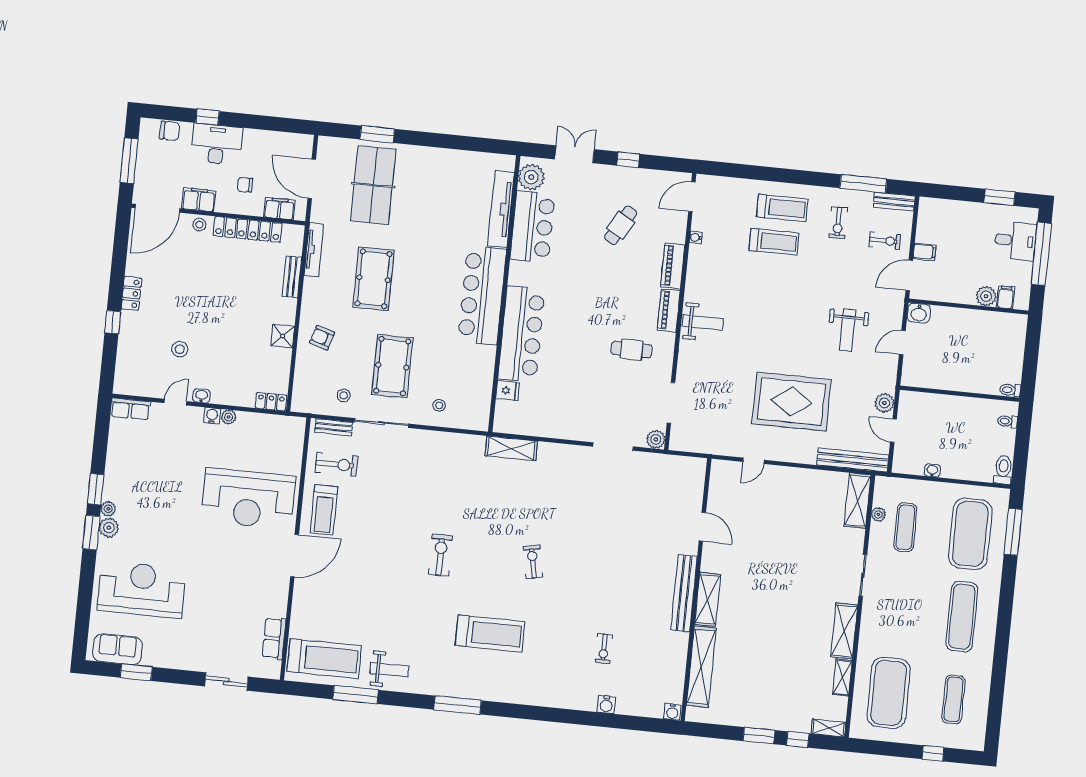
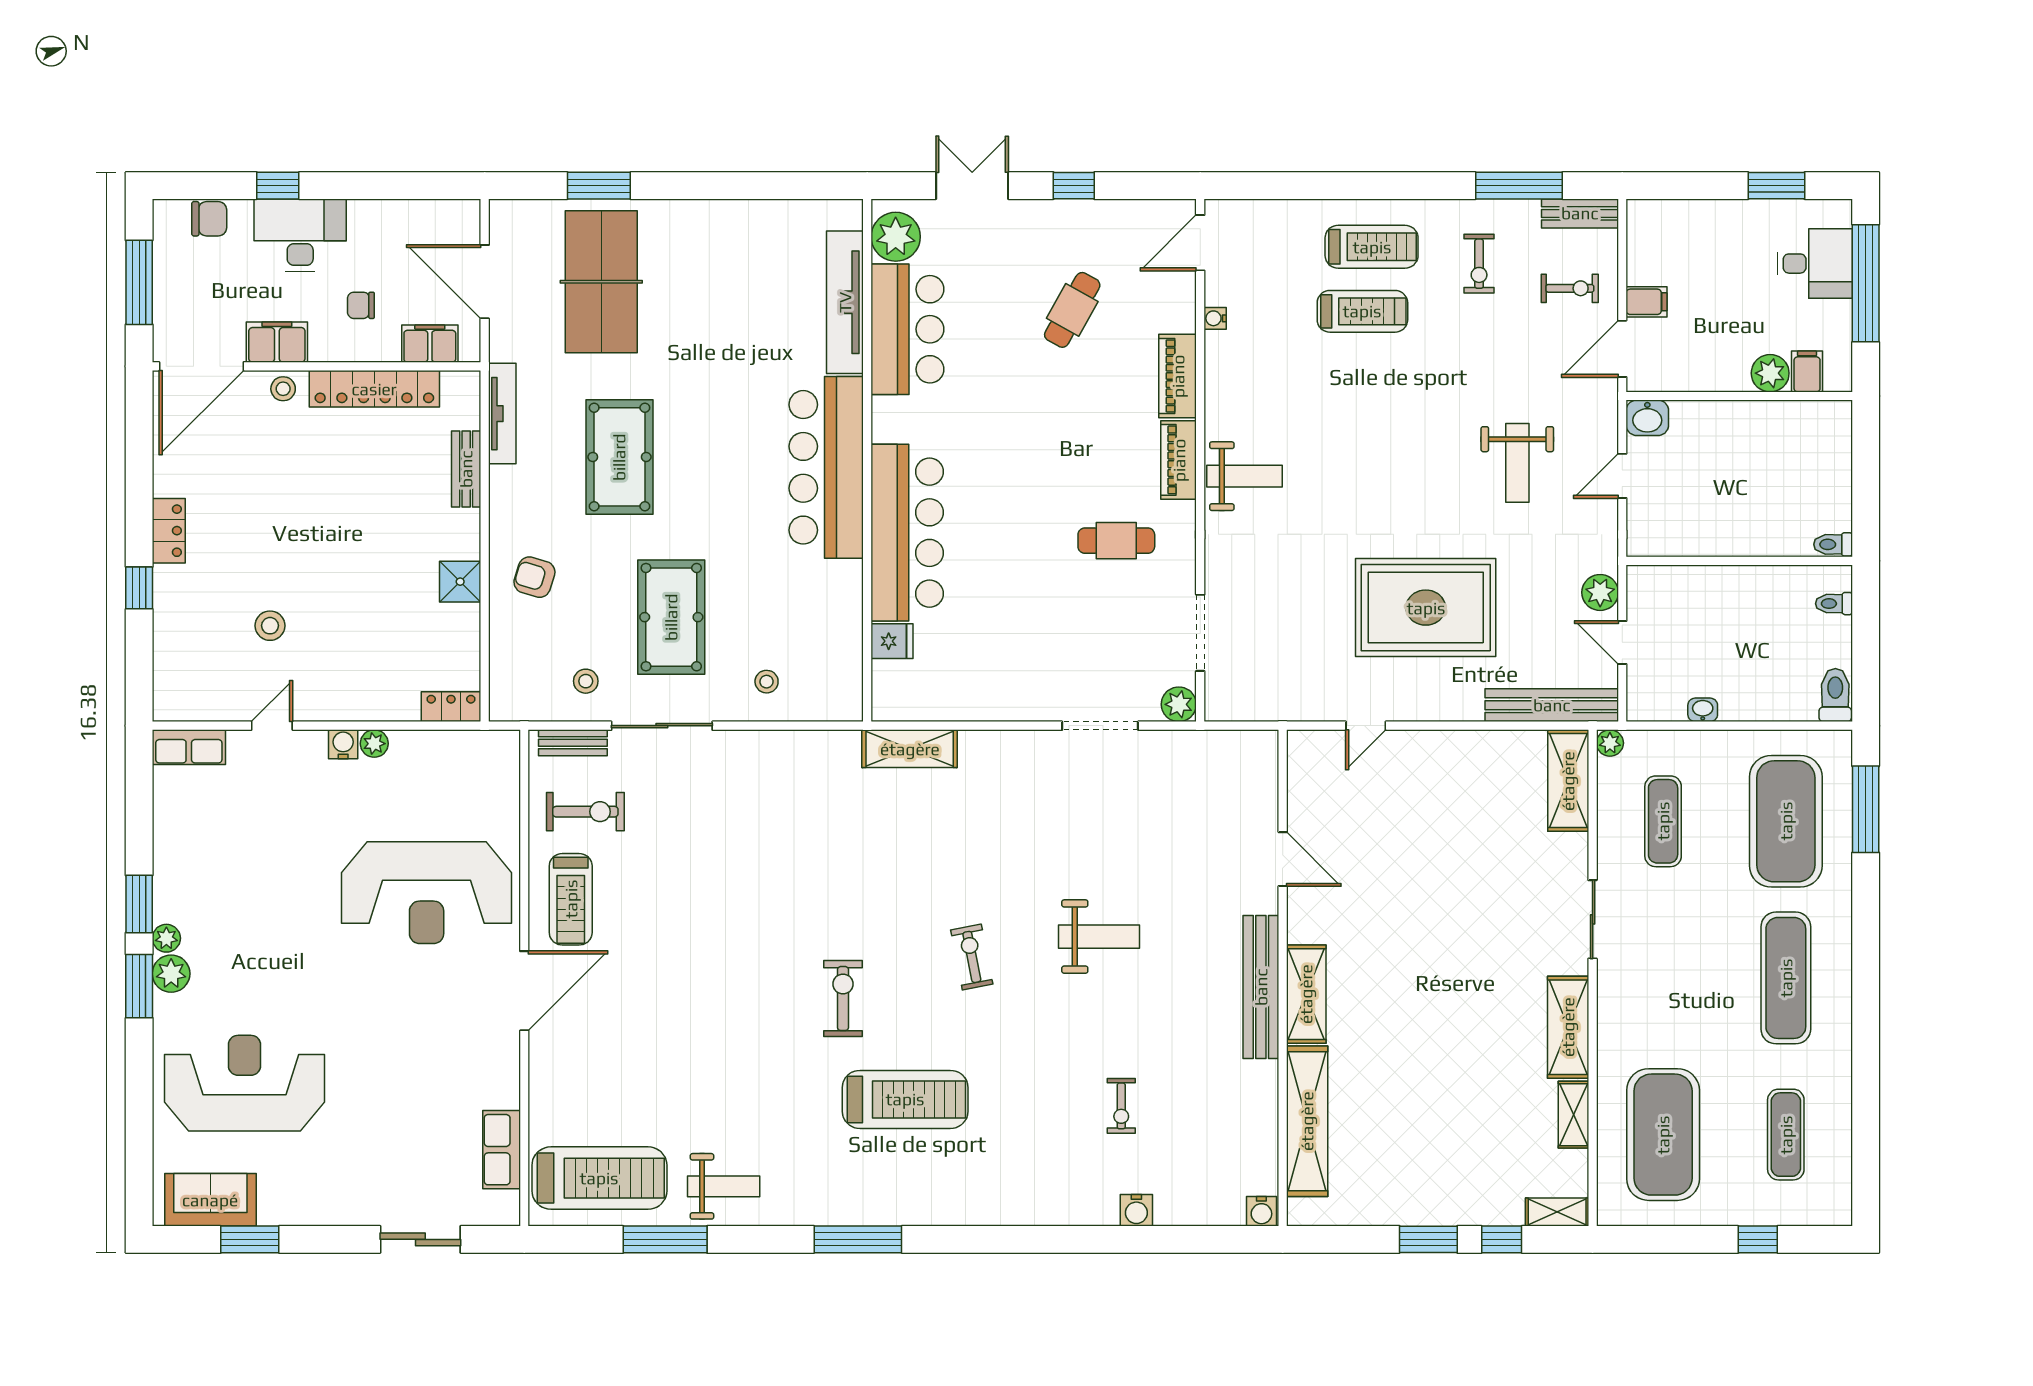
washbasin: (201, 396) -> (320, 709), removed
plant: (878, 514) -> (1610, 743), moved
exercise bike: (440, 555) -> (843, 999), moved
weight bench: (601, 558) -> (1099, 937), added

